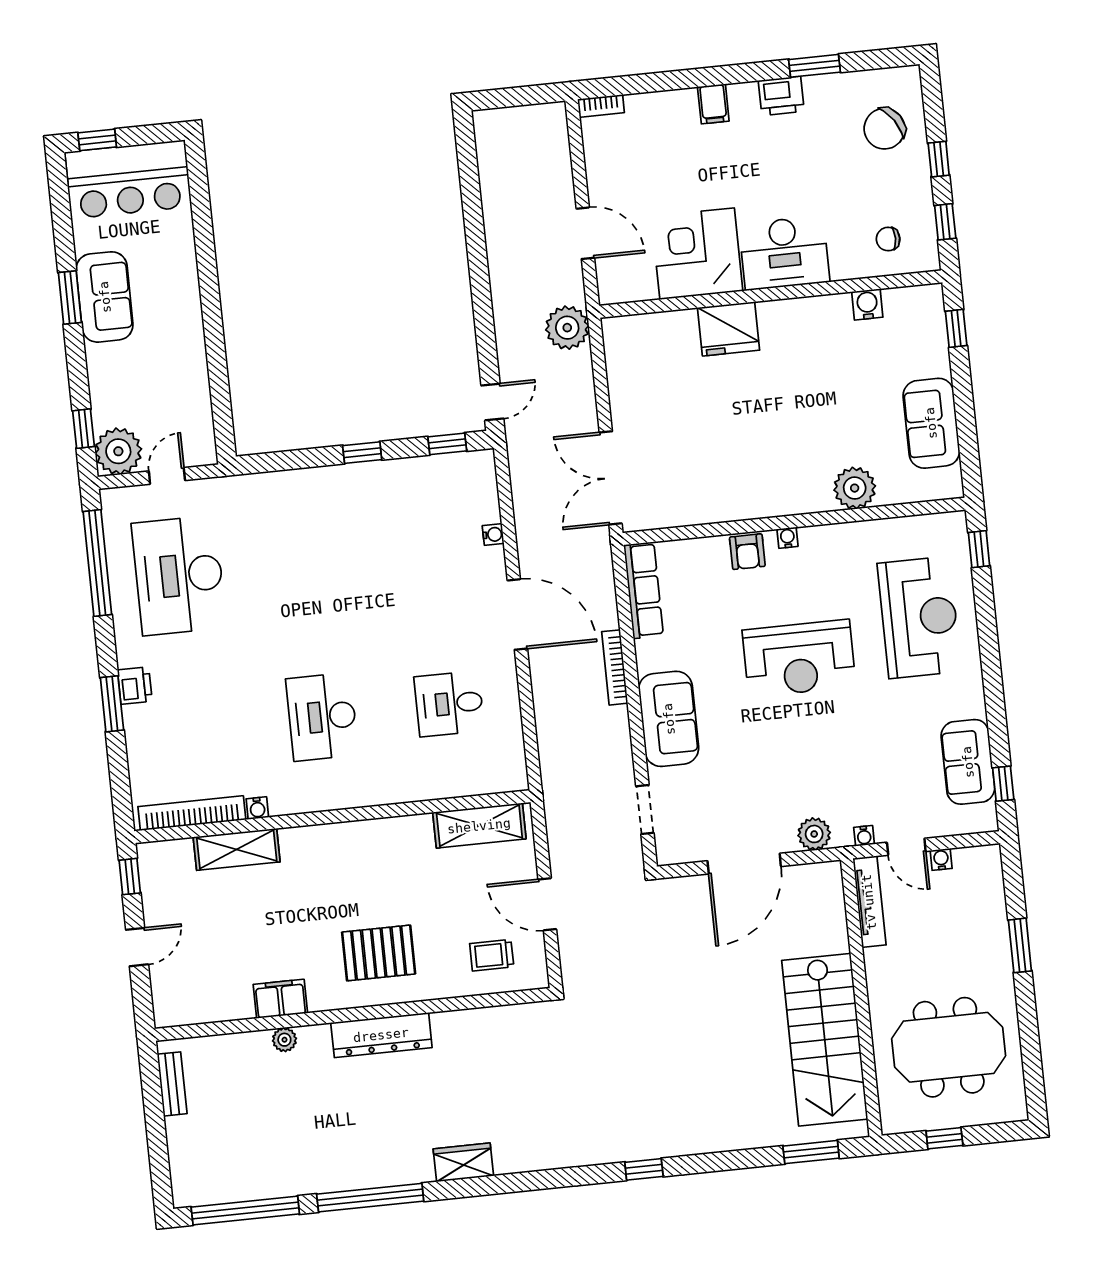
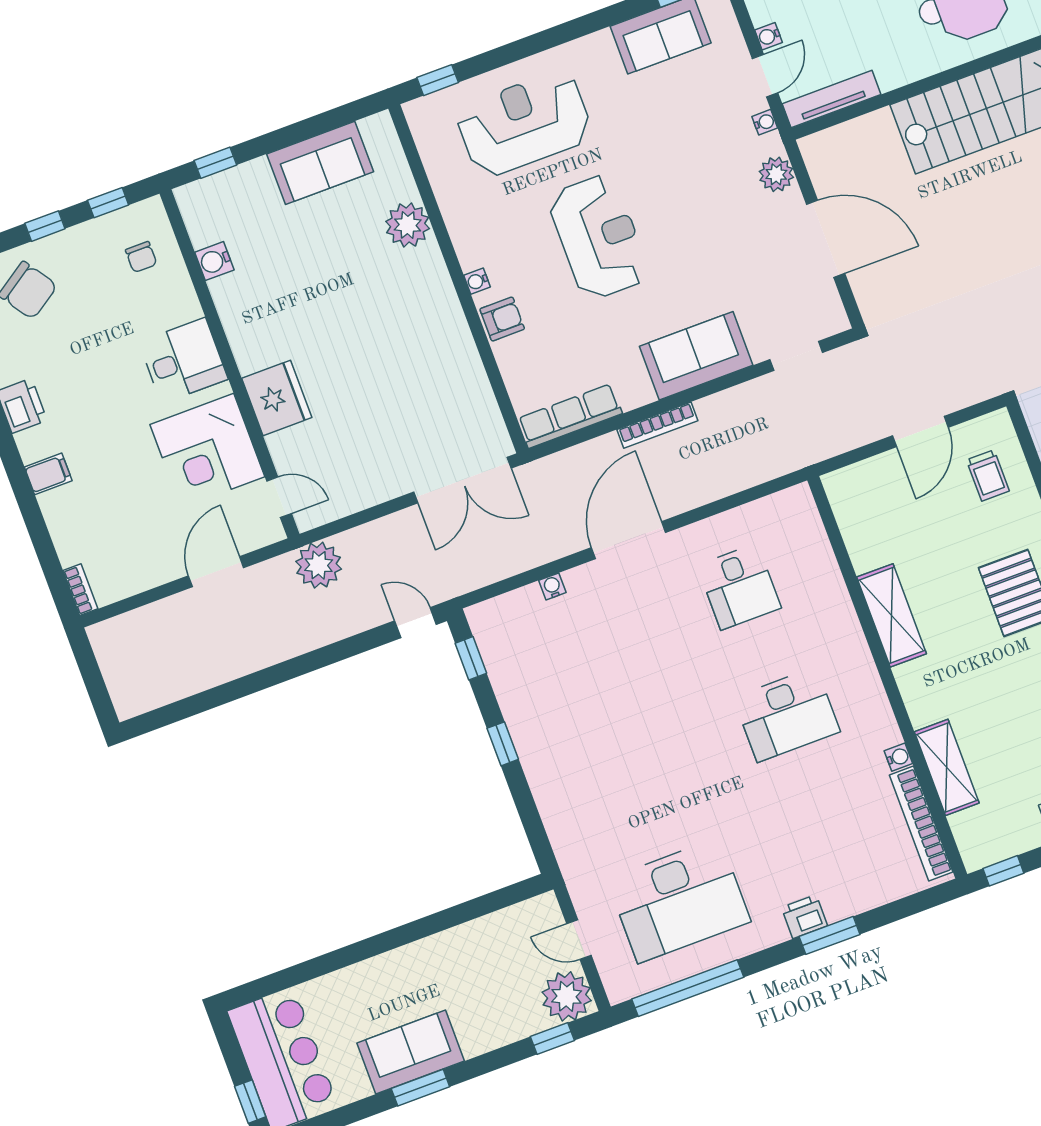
desk: (784, 253) -> (183, 361), width x0.73
door: (638, 308) -> (279, 497), added
shelving: (479, 826) -> (892, 615), moved

